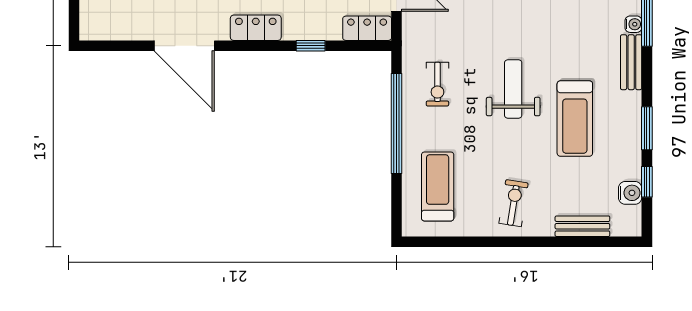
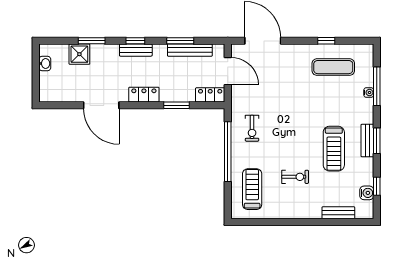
window: (311, 46) -> (177, 105), width x1.50
bench: (631, 62) -> (367, 140), moved
weight bench: (513, 89) -> (297, 131), removed
window: (647, 128) -> (377, 141), moved
exercise bike: (514, 203) -> (295, 177), moved, turned 81

